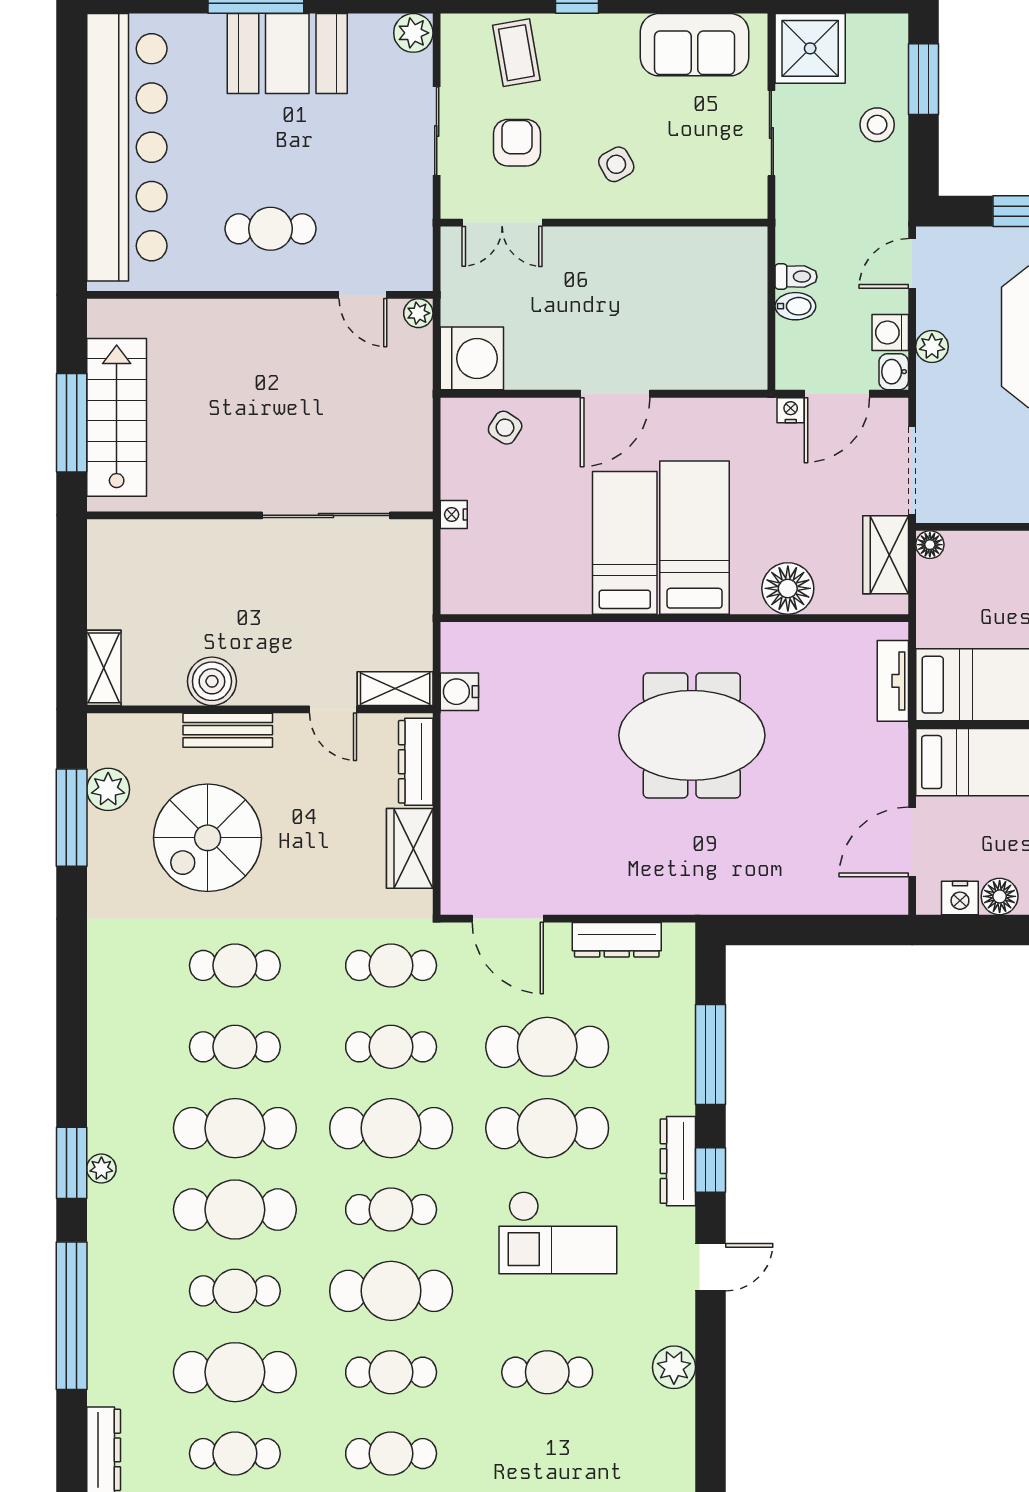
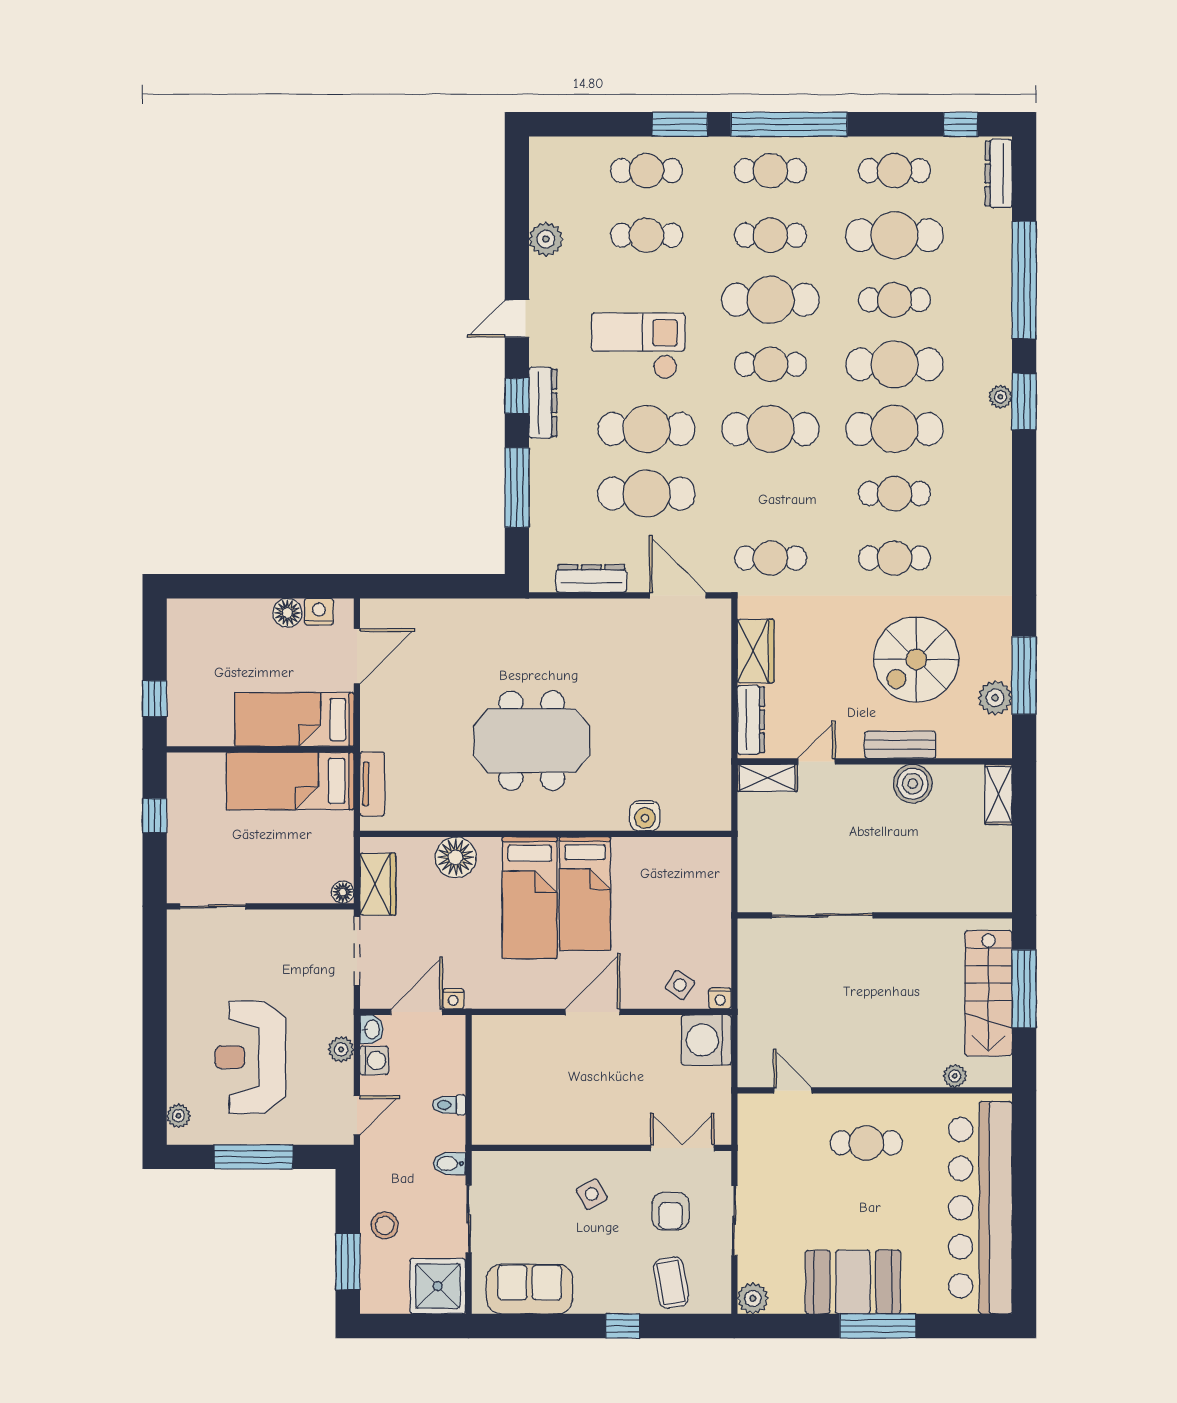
bidet: (795, 306) -> (449, 1163), moved
plant: (418, 313) -> (955, 1076), moved
nightstand: (454, 514) -> (720, 998), moved, turned 90
water cooler: (459, 692) -> (645, 816), moved, turned 90
door: (333, 709) -> (816, 761), hinge flipped
spiral stairs: (208, 838) -> (916, 659), turned 180
cafe table: (391, 1047) -> (647, 171), moved

